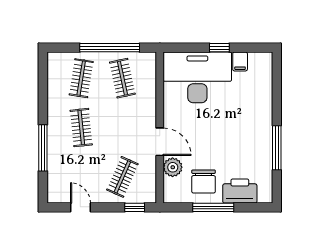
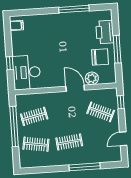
window: (219, 48) -> (10, 63), moved
filing cabinet: (240, 61) -> (17, 25), moved
desk: (197, 77) -> (27, 72), width x0.73, depth x0.77
door: (160, 142) -> (75, 88), hinge flipped

